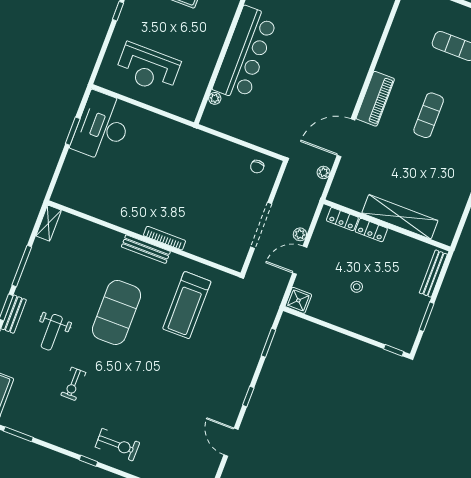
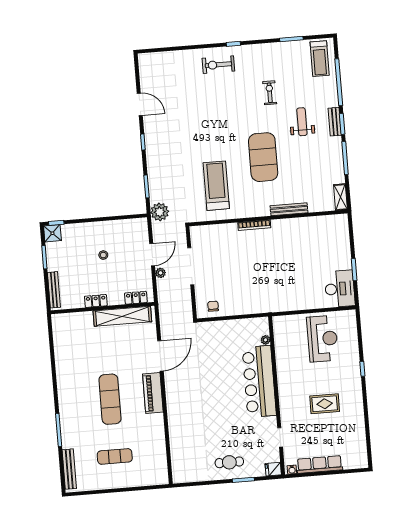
reception desk: (148, 68) -> (322, 339), turned 90
exercise mat: (429, 115) -> (110, 399), width x1.36, depth x1.45
desk: (102, 127) -> (340, 289), width x0.73, depth x0.77
plant: (324, 172) -> (160, 212), moved, width x1.87, depth x1.87
shelving: (400, 217) -> (122, 316), moved
locker: (371, 230) -> (96, 301), moved
bench: (146, 249) -> (289, 209), moved
shower: (298, 300) -> (52, 233), moved

